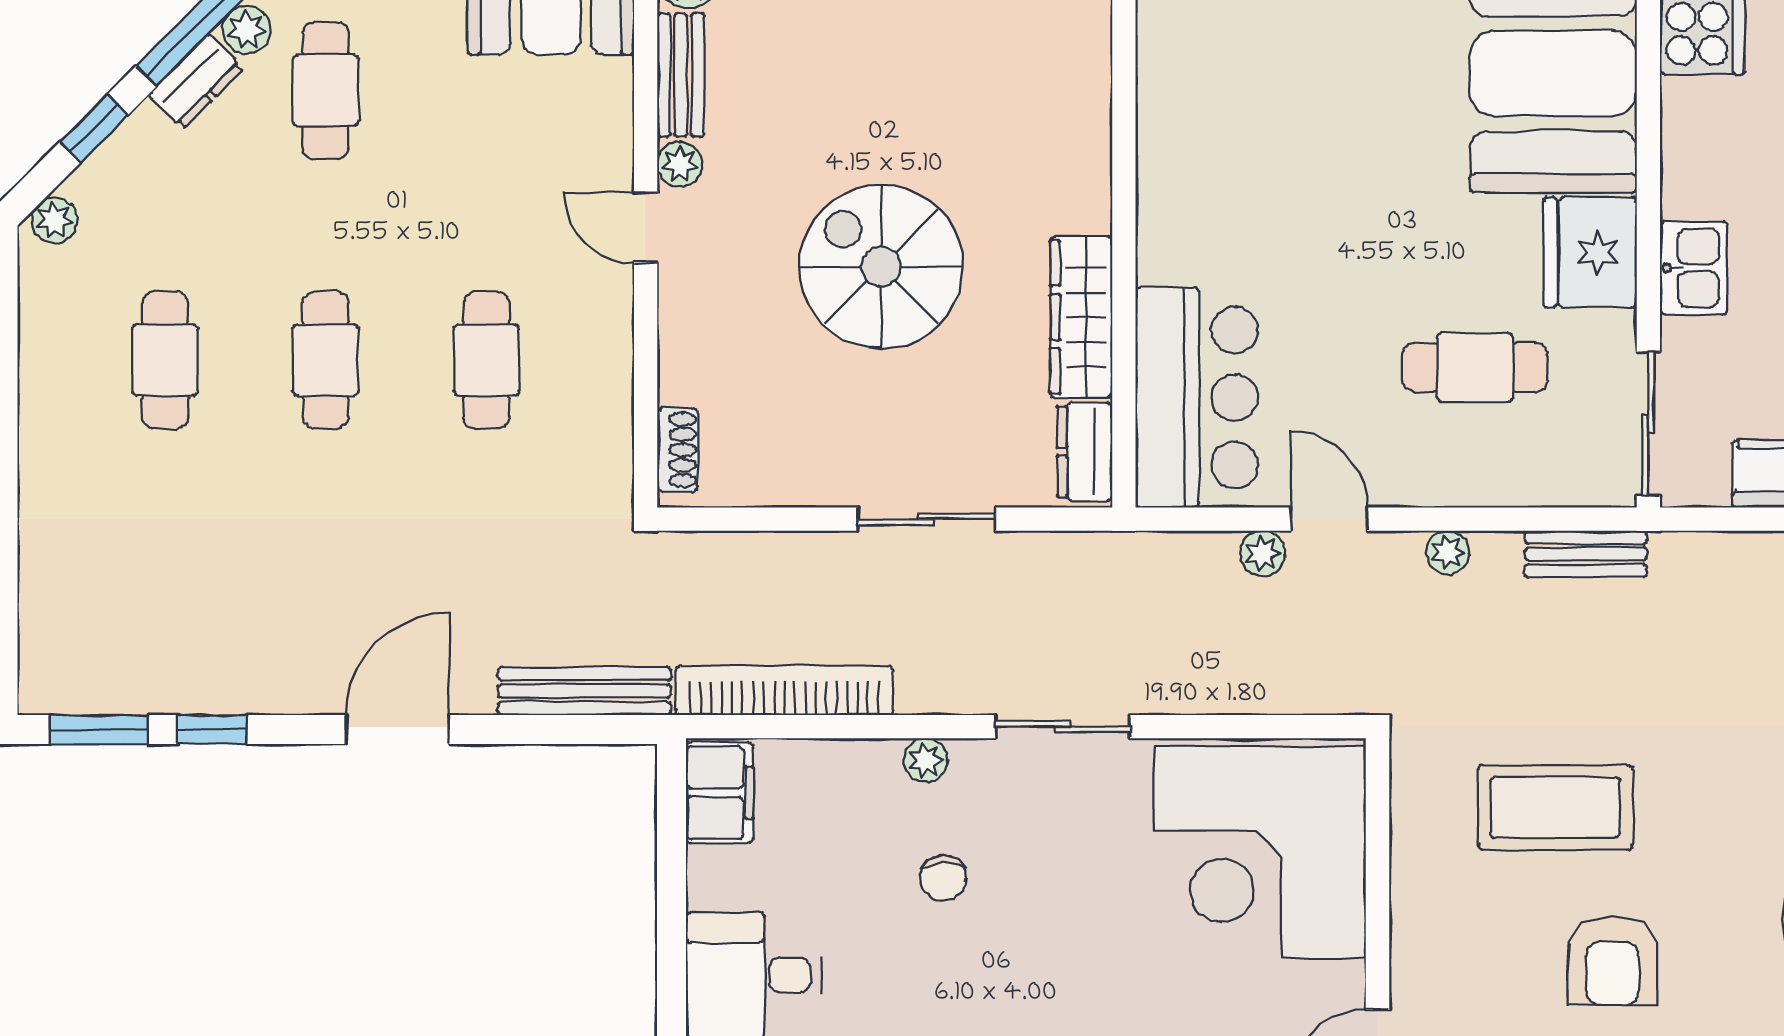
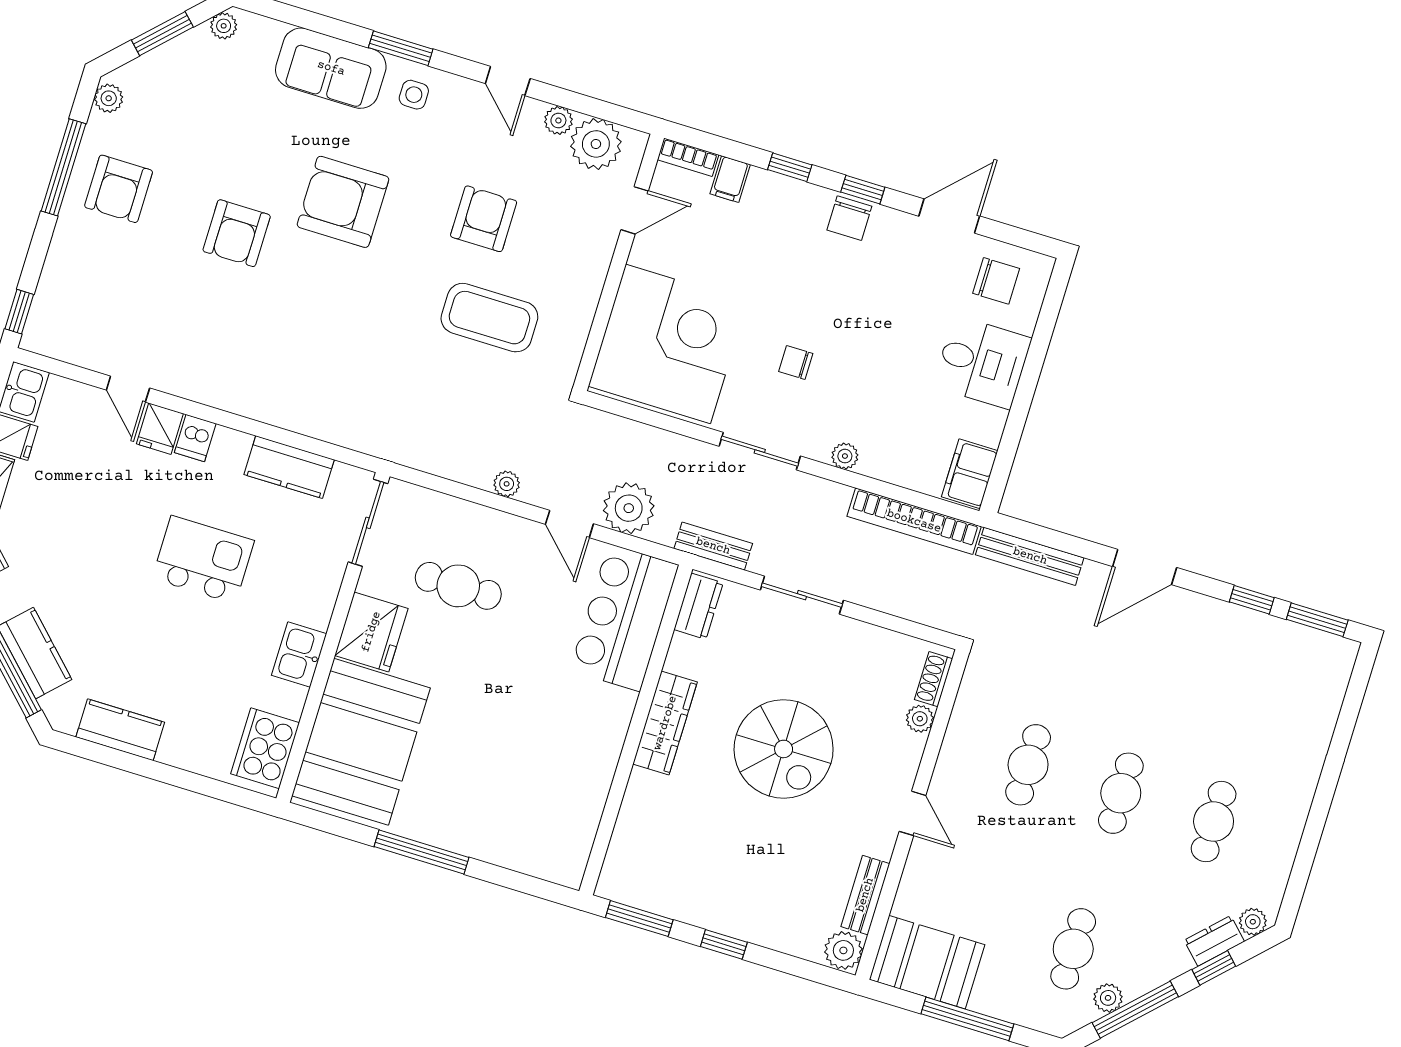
dresser: (196, 81) -> (1214, 941), moved
plant: (680, 164) -> (920, 719), moved
kitchen sink: (1694, 268) -> (299, 654), moved
wardrobe: (1081, 317) -> (665, 723), moved
plant: (1262, 553) -> (629, 508), width x1.88, depth x1.88
bench: (1586, 554) -> (713, 546), moved
chair: (943, 878) -> (796, 362), moved, turned -90

